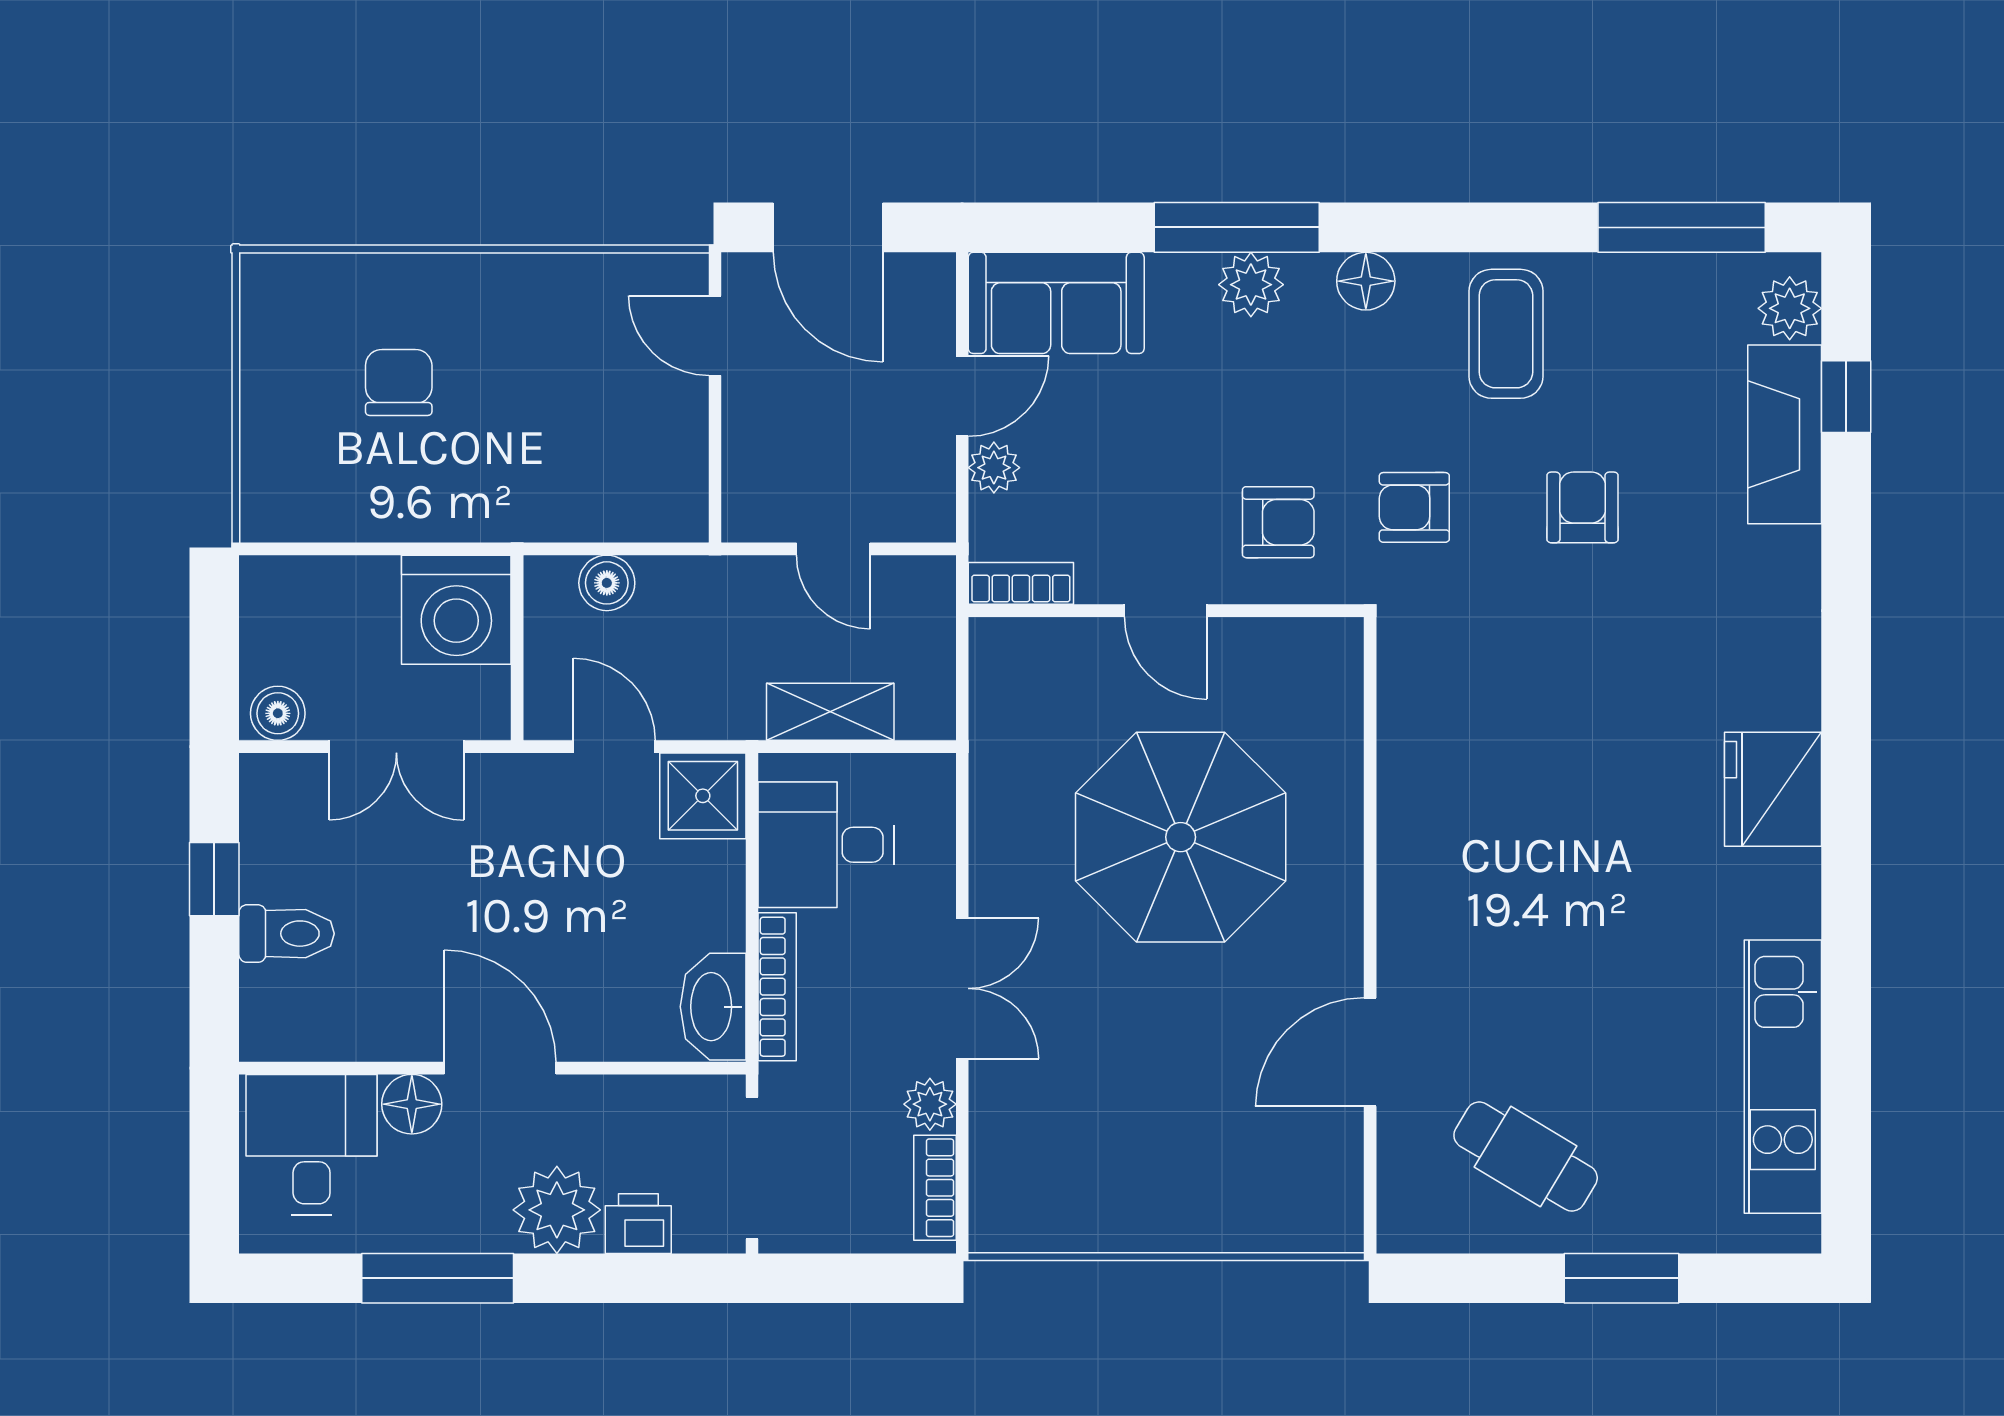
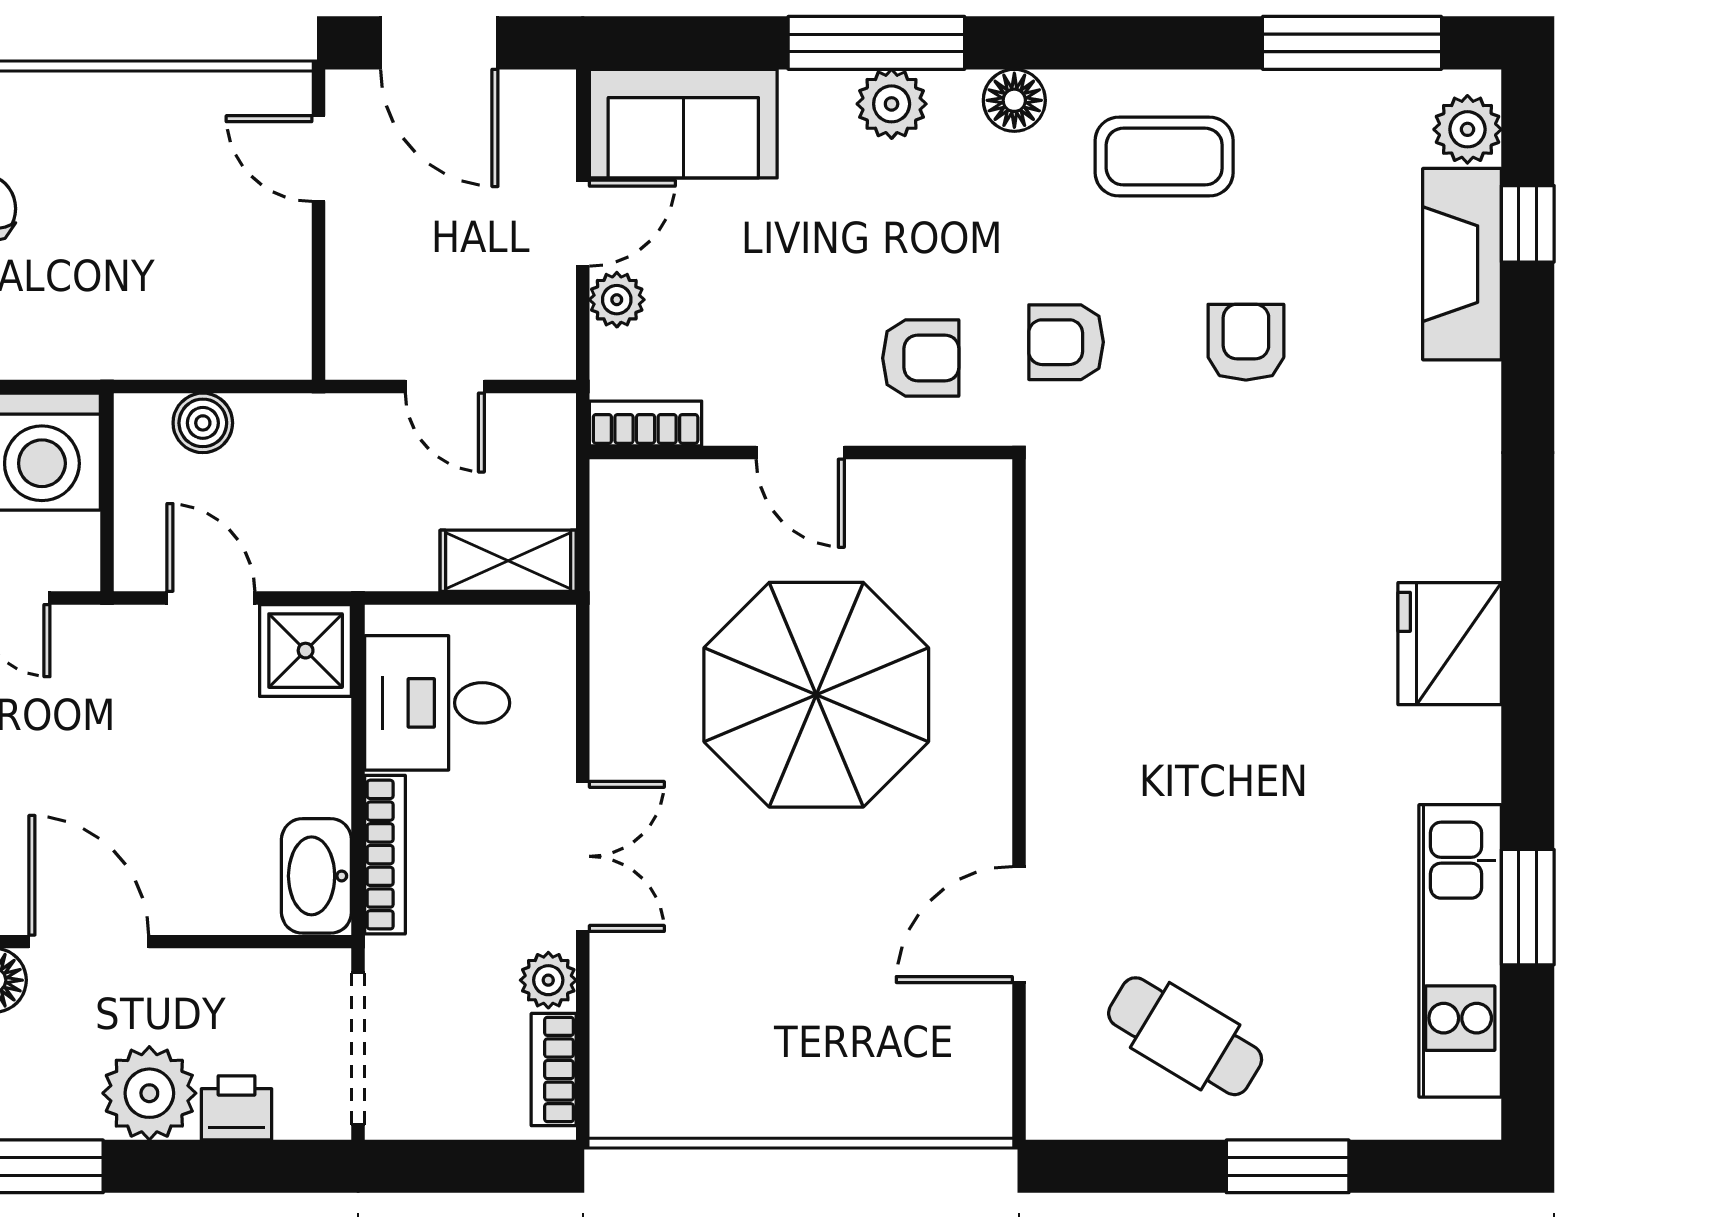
coffee table: (1506, 334) -> (1164, 157), turned 90
shelving: (830, 712) -> (508, 561), moved
window: (1846, 1036) -> (1528, 907), added

